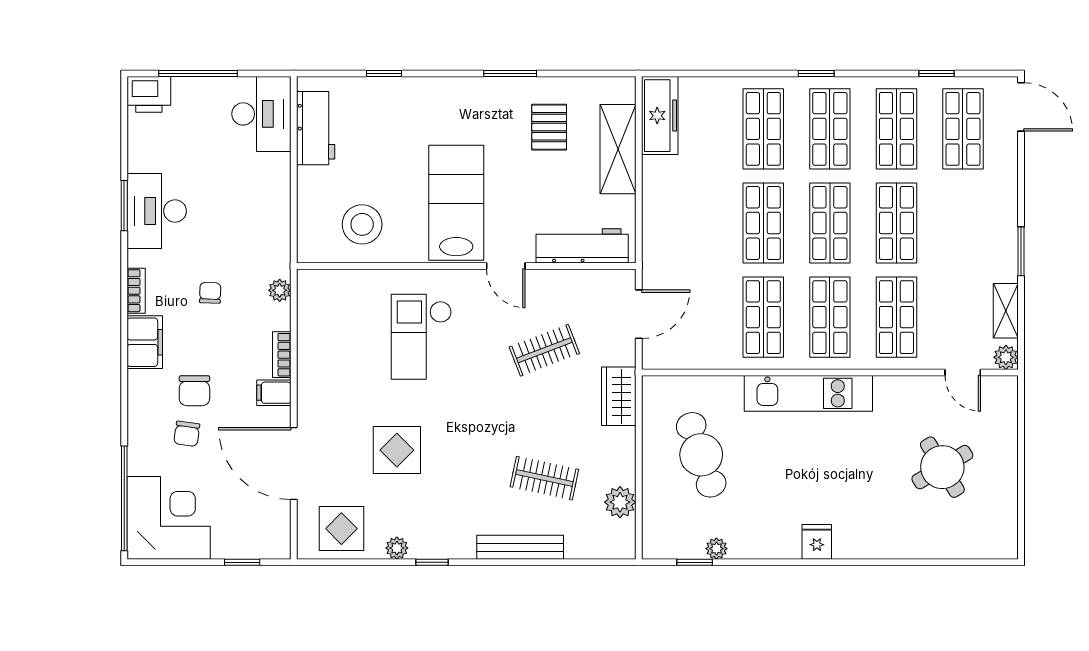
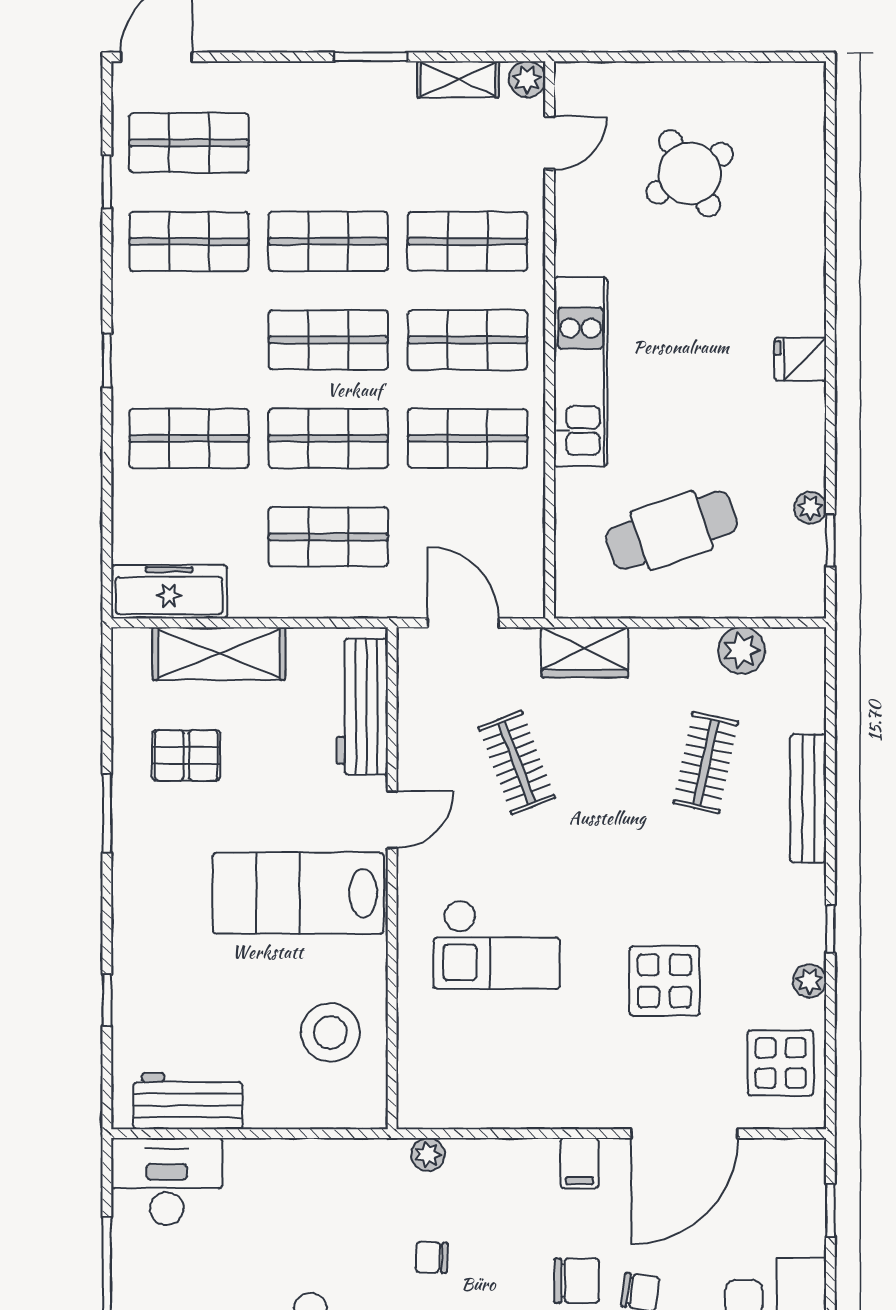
shop shelf: (830, 129) -> (328, 537), moved
bookcase: (282, 355) -> (523, 1151), removed

